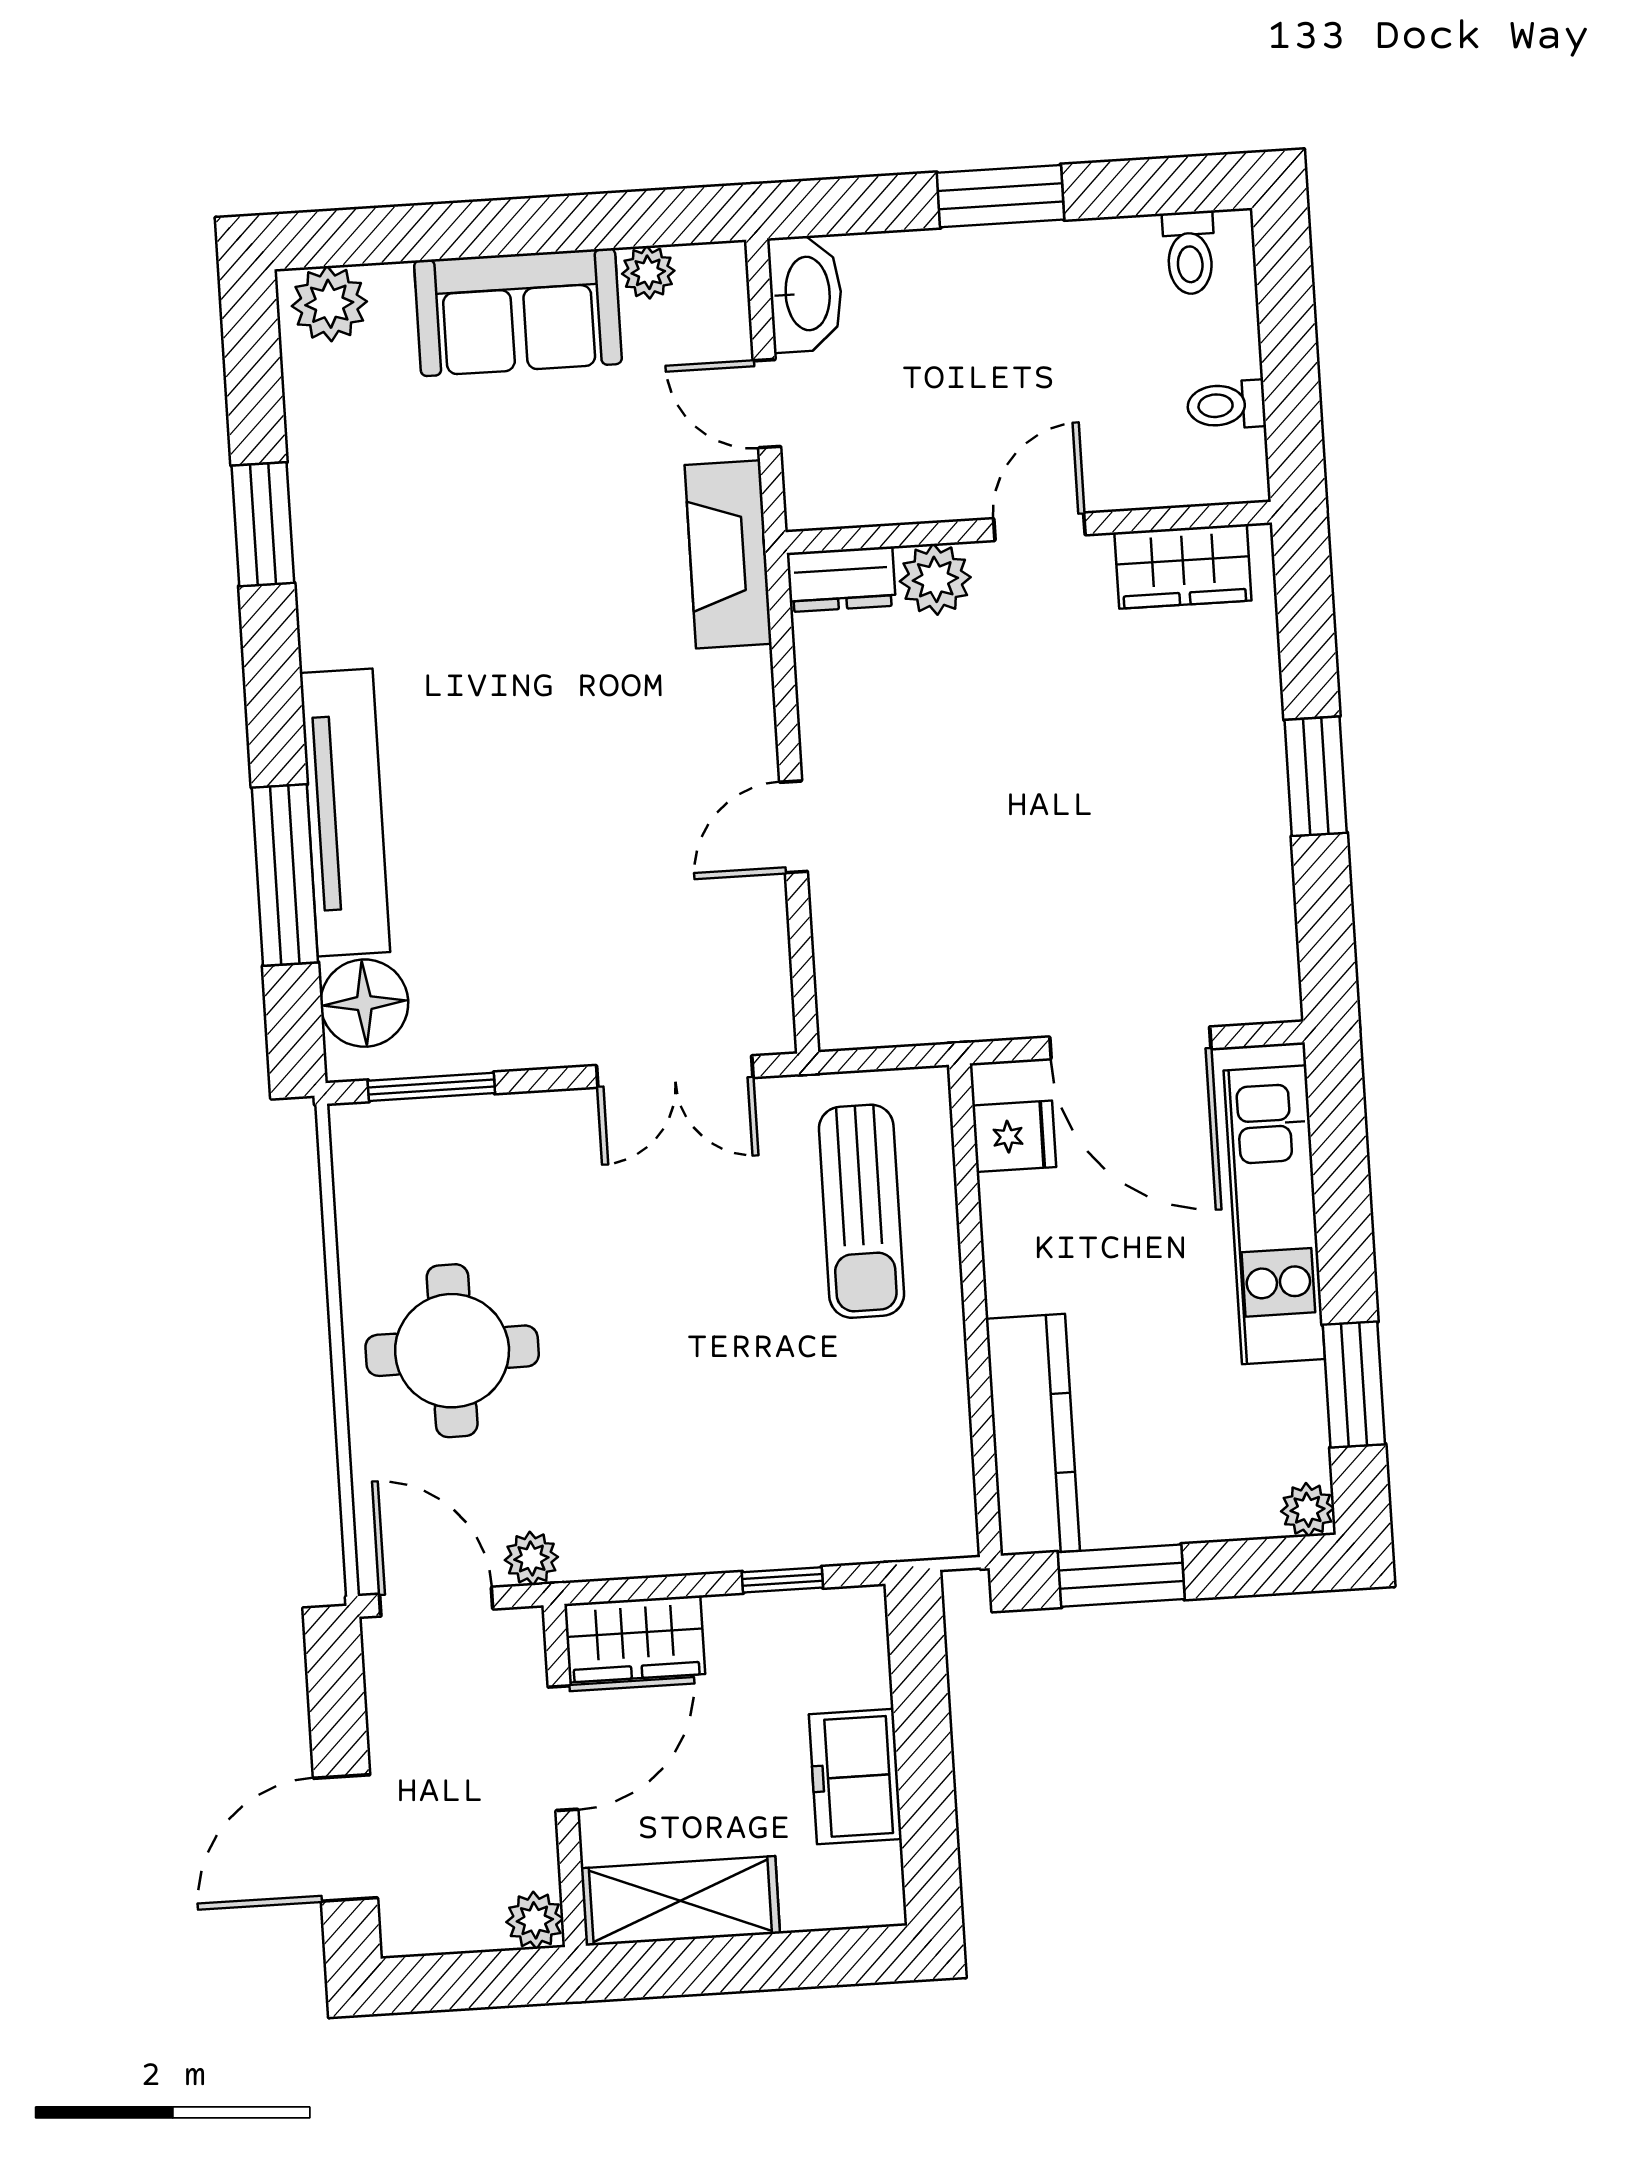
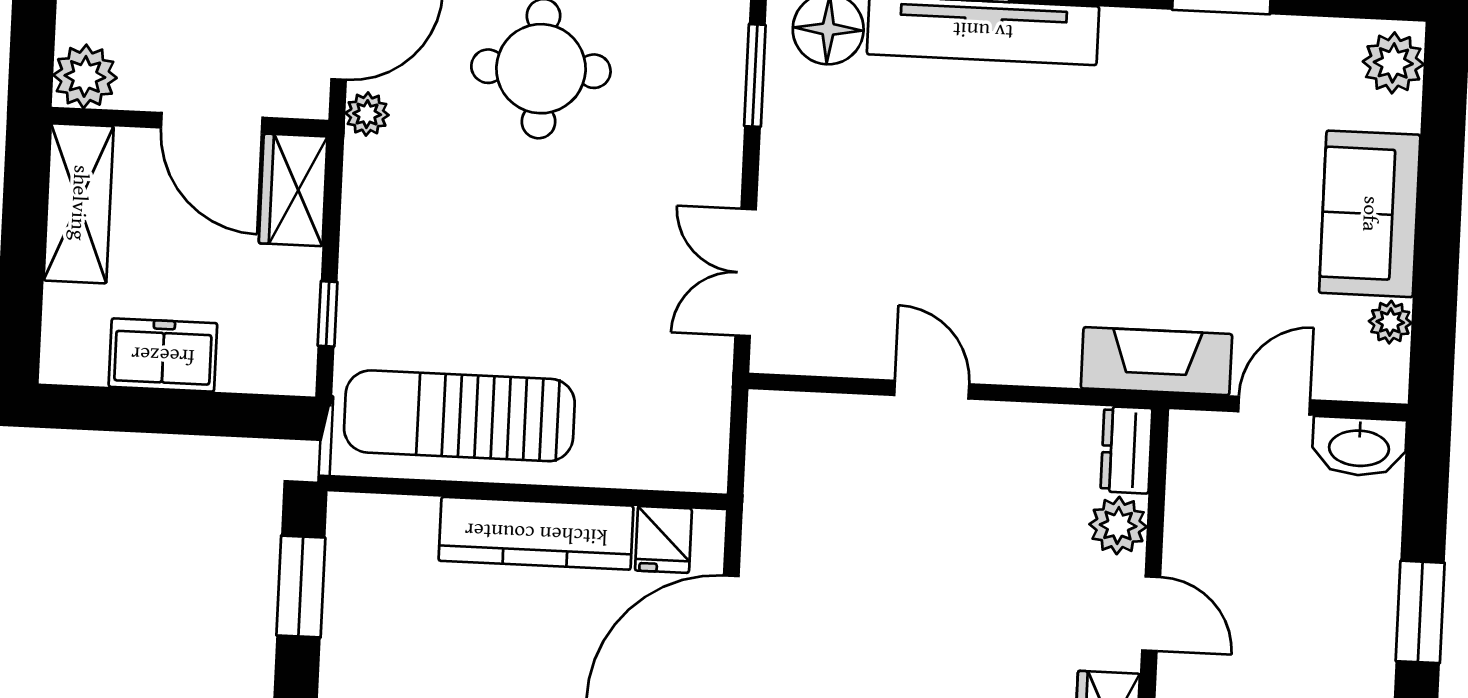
sun lounger: (861, 1211) -> (459, 416), moved, width x1.36, depth x1.34
kitchen counter: (1033, 1435) -> (536, 533), moved
plant: (535, 1920) -> (85, 76), width x1.38, depth x1.38

